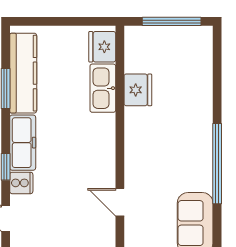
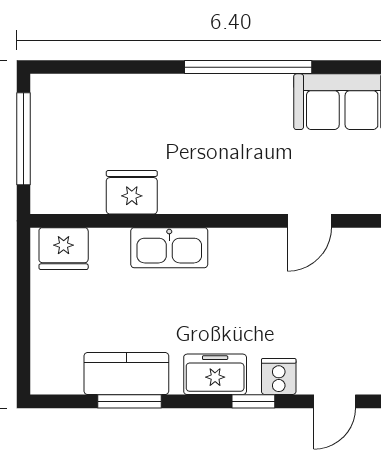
kitchen counter: (23, 73) -> (126, 374), width x0.67
kitchen sink: (103, 88) -> (169, 248), moved
freezer: (23, 143) -> (215, 374), width x0.71

